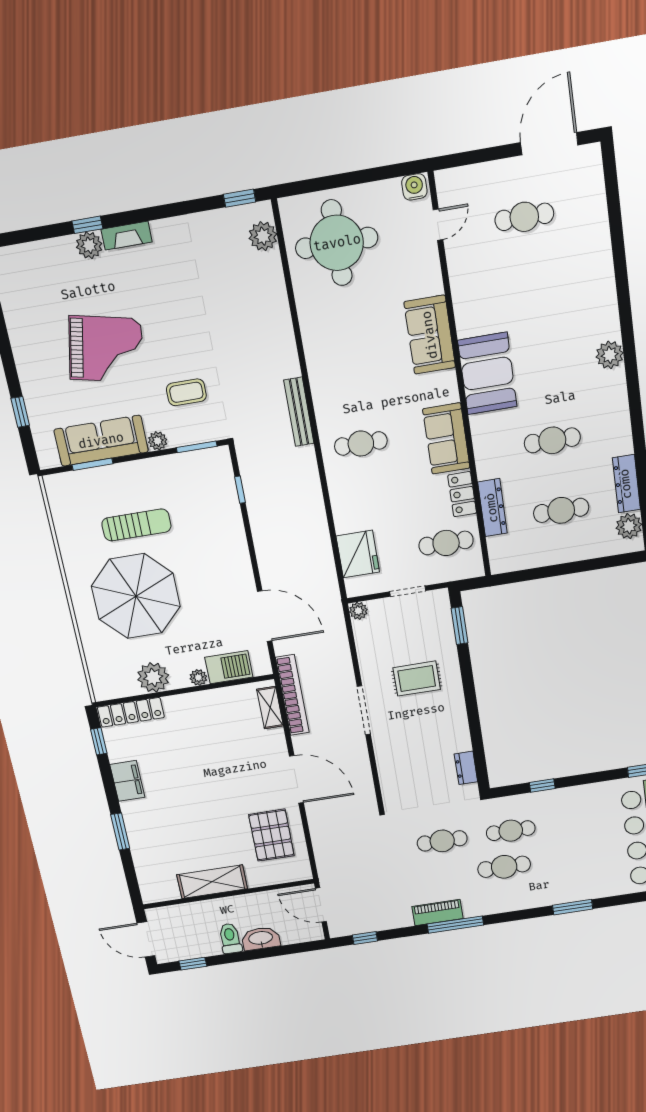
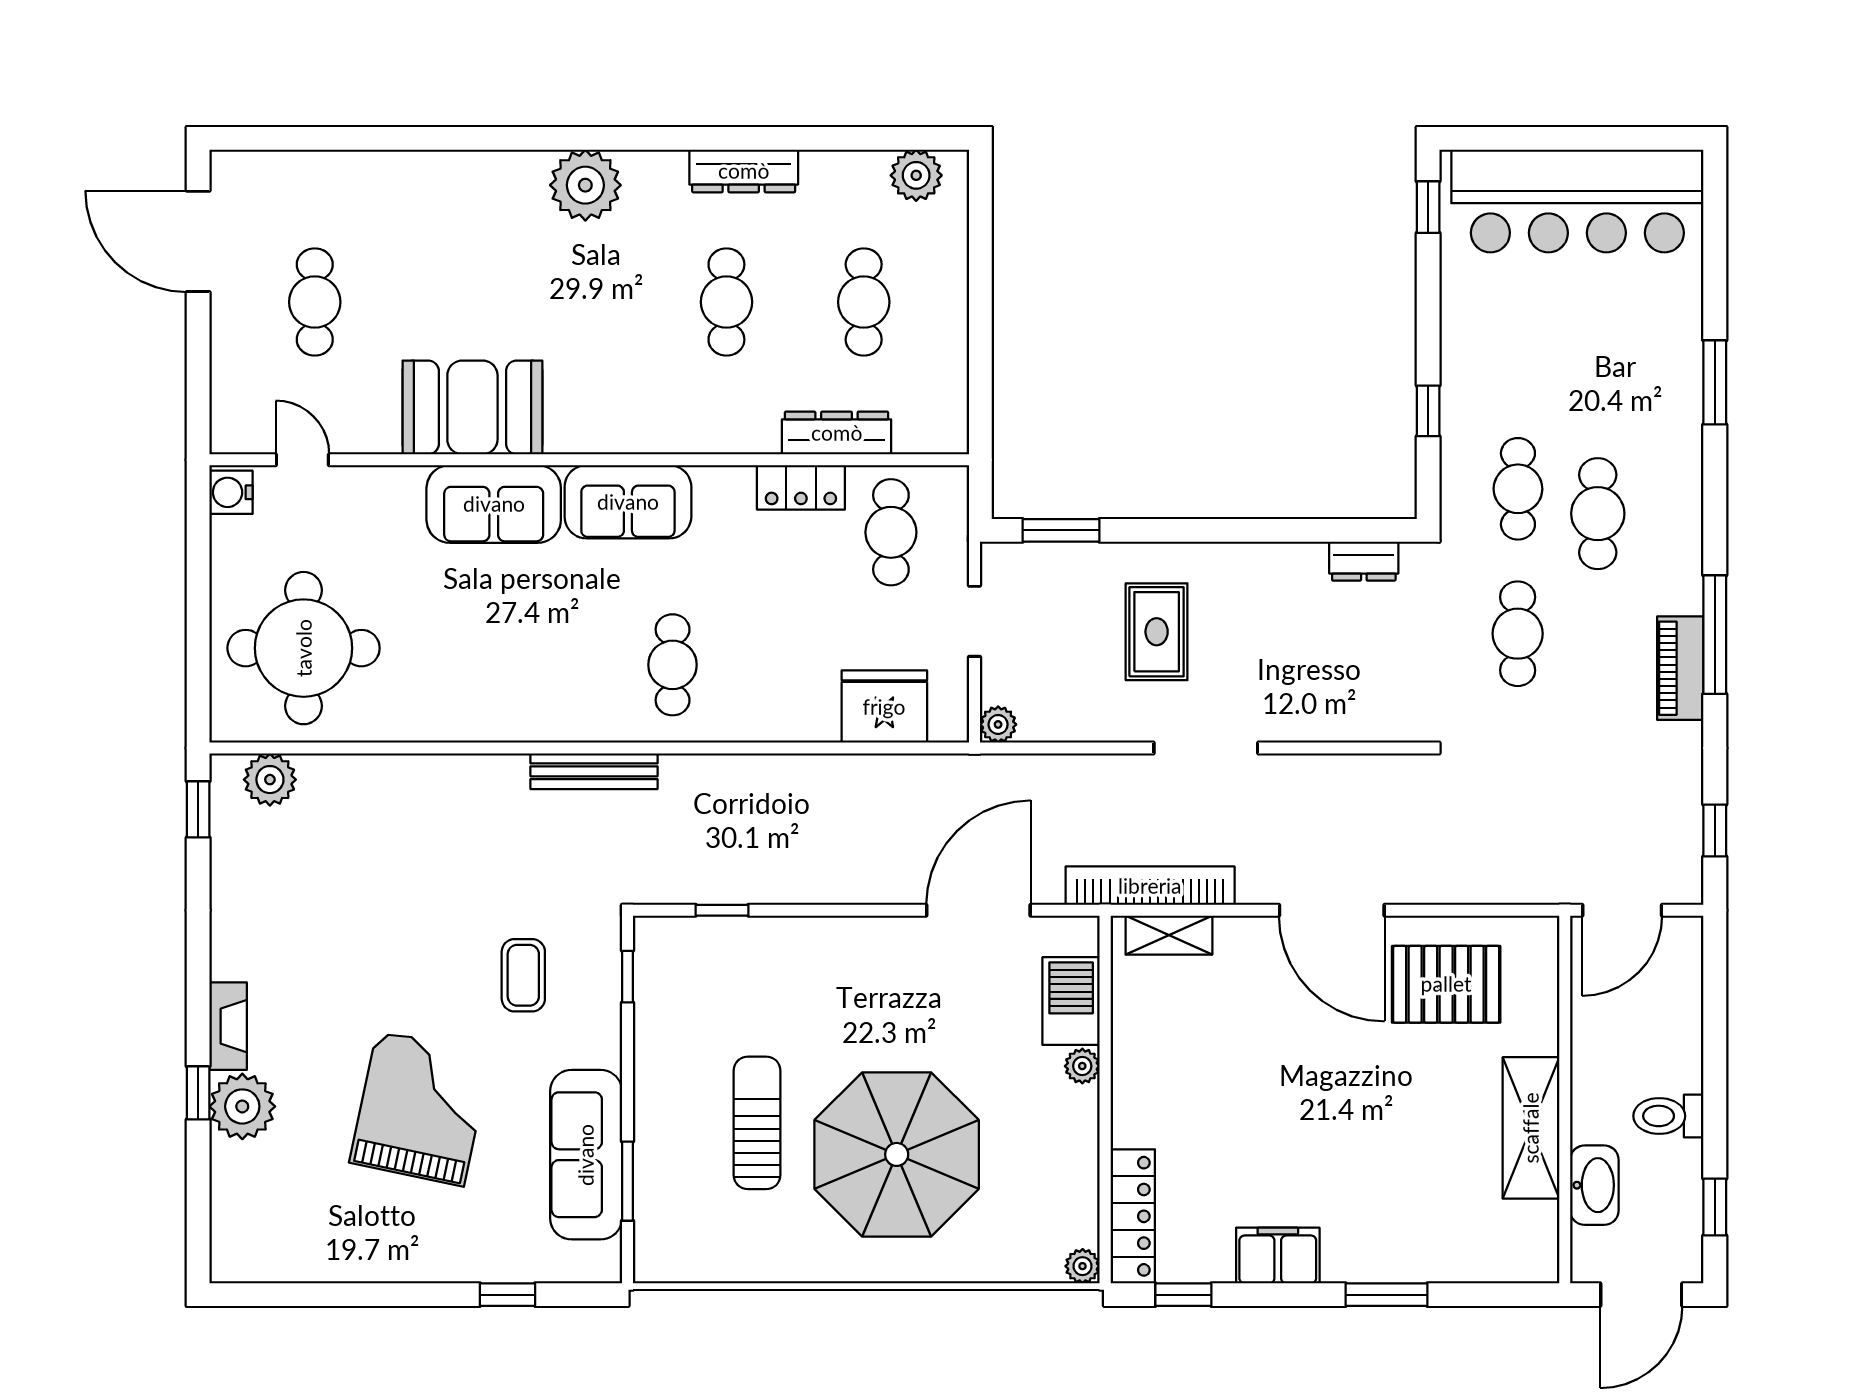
plant: (89, 245) -> (242, 1106), width x1.36, depth x1.36
plant: (610, 355) -> (585, 185), width x1.36, depth x1.36
booth: (487, 373) -> (472, 407), moved
sofa: (446, 439) -> (628, 502), moved
plant: (158, 441) -> (604, 1048), removed
window: (197, 447) -> (628, 977), width x0.67
dresser: (626, 484) -> (744, 171), moved
plant: (153, 677) -> (1083, 1266), moved, width x0.53, depth x0.53
door: (296, 779) -> (1332, 910), swing flipped
washbasin: (261, 938) -> (1594, 1185), moved, turned 180

